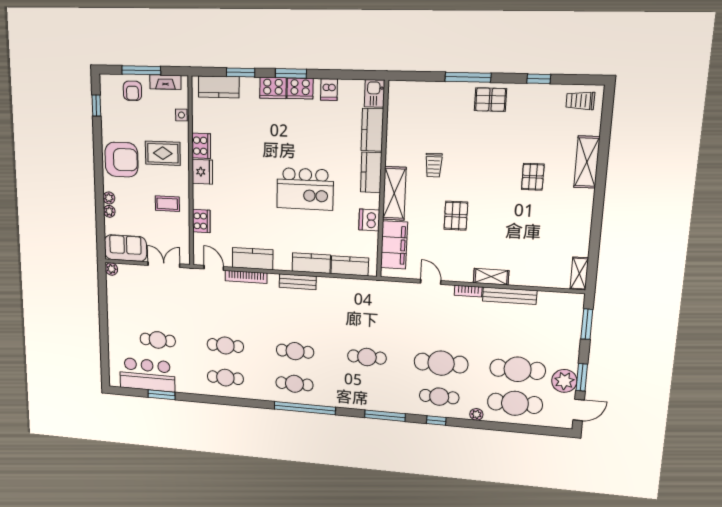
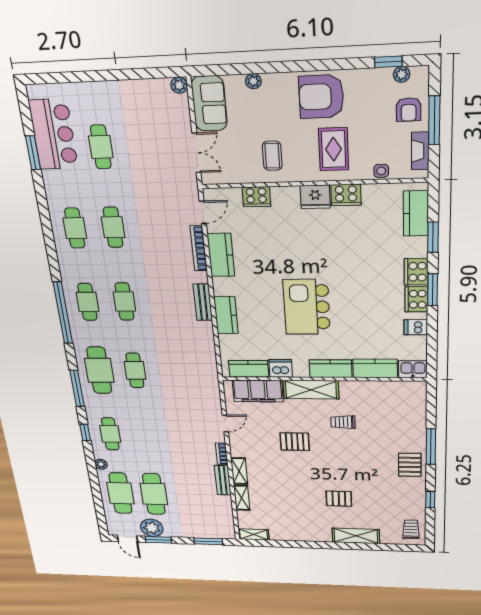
armchair: (132, 91) -> (409, 110), turned -90
armchair: (121, 160) -> (321, 97), turned 90
plant: (109, 198) -> (402, 74), moved
kitchen counter: (350, 266) -> (249, 369), moved, turned -90
shelving: (527, 279) -> (242, 498), added
bench: (510, 296) -> (223, 480), width x0.73
cafe table: (441, 363) -> (99, 370), moved

